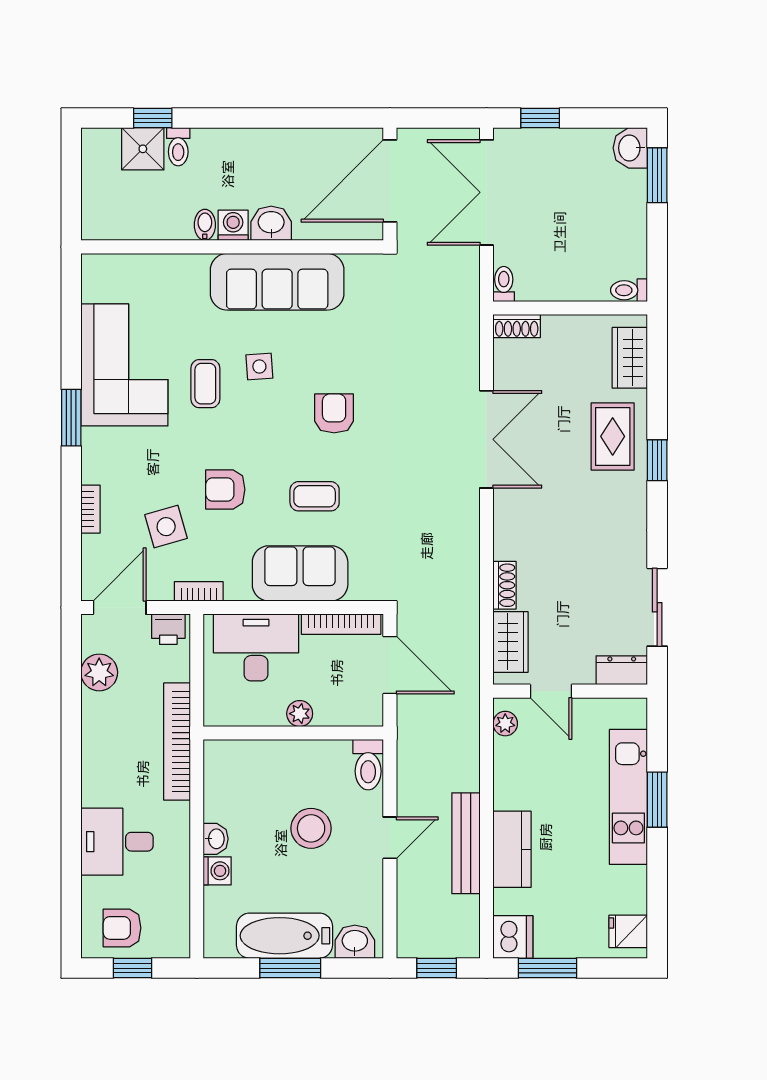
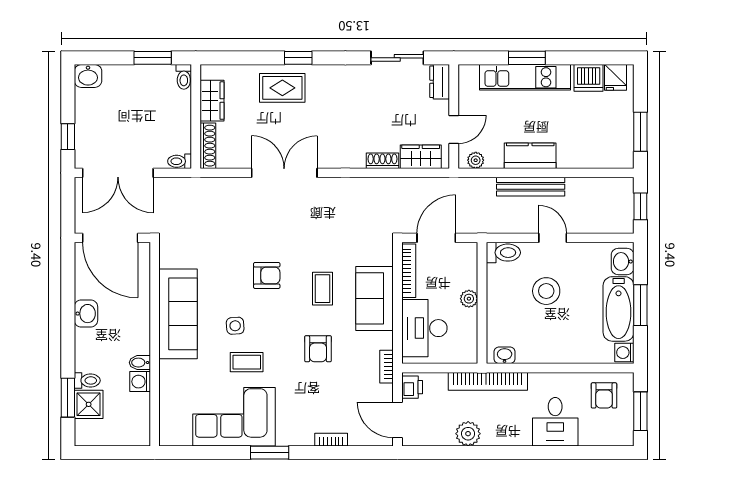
window: (153, 118) -> (68, 398), width x1.50
window: (657, 175) -> (153, 58), moved
washbasin: (271, 223) -> (86, 314), moved, turned 180
washing machine: (233, 225) -> (140, 382), moved
shoe rack: (517, 326) -> (208, 146), width x1.43
wardrobe: (630, 358) -> (212, 101), moved, turned -90
armchair: (334, 413) -> (267, 275), turned 180
side table: (166, 527) -> (343, 389), removed
plant: (99, 672) -> (468, 434), moved
washbasin: (216, 839) -> (505, 355), moved
bench: (466, 843) -> (531, 187), moved
kitchen counter: (512, 849) -> (530, 156), moved
washing machine: (217, 871) -> (624, 353), moved, turned -90
armchair: (122, 928) -> (604, 395), moved
dishwasher: (513, 937) -> (589, 78), moved, turned 180
window: (133, 968) -> (640, 411), width x1.50

